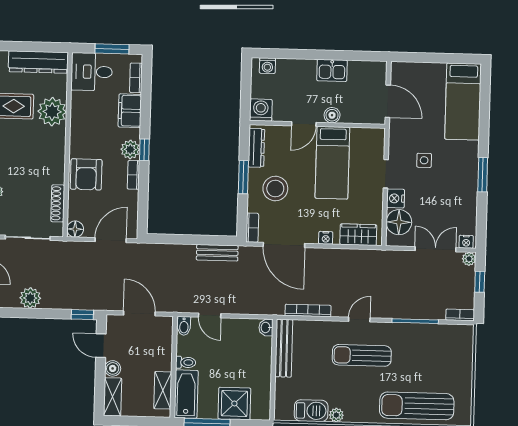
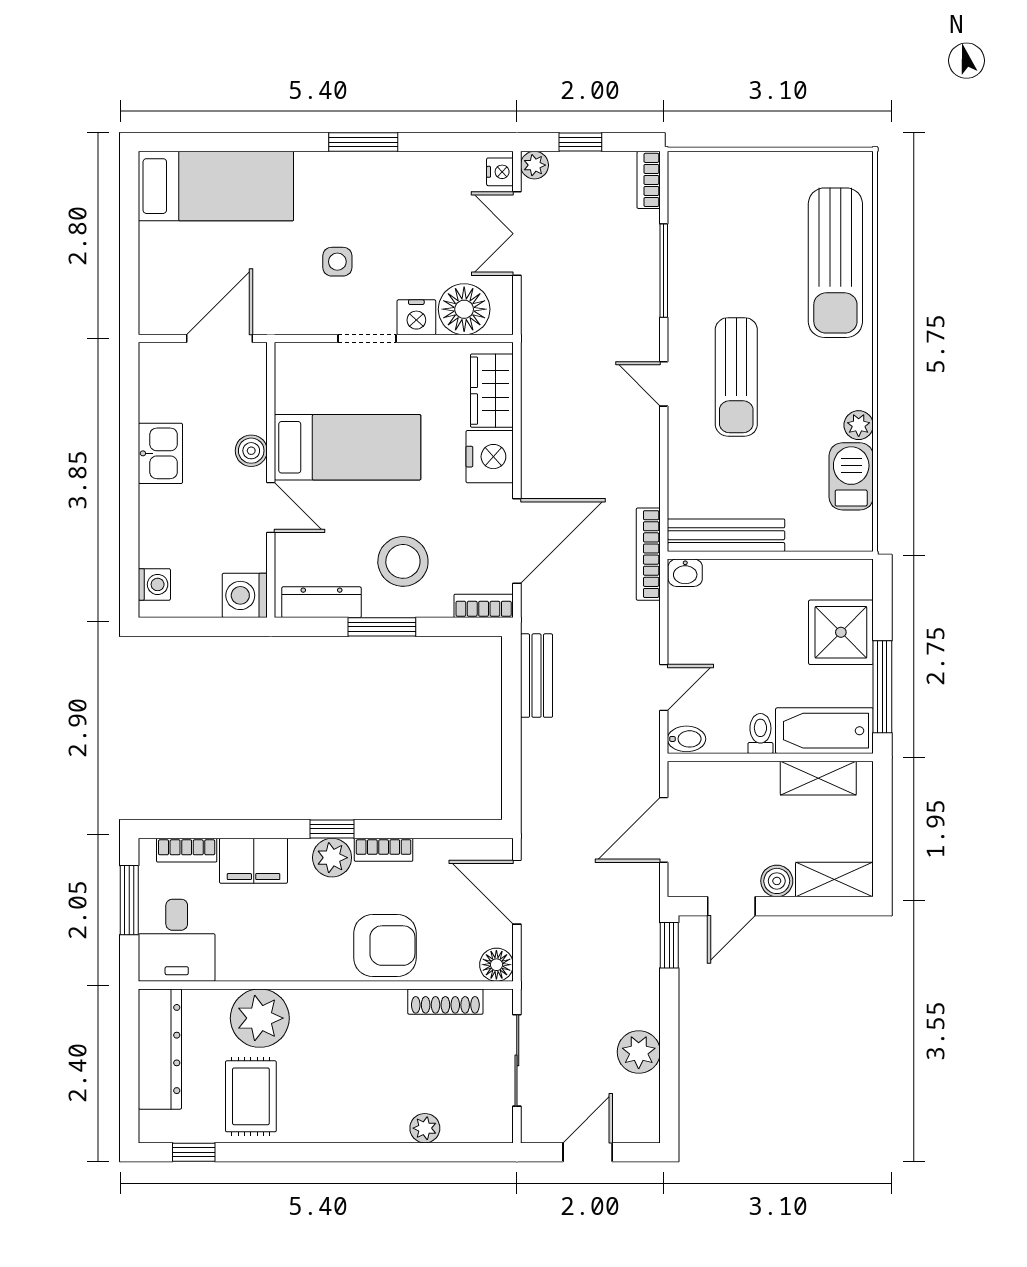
nightstand: (326, 238) -> (490, 457), width x1.89, depth x1.79
bookcase: (308, 310) -> (648, 554), moved

